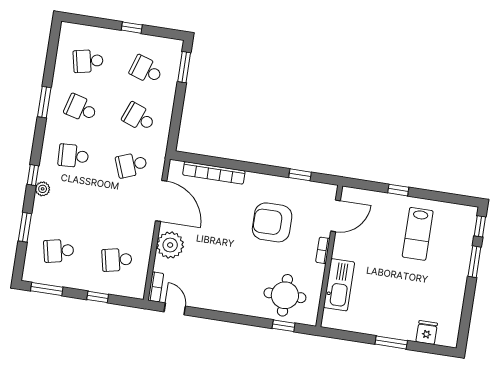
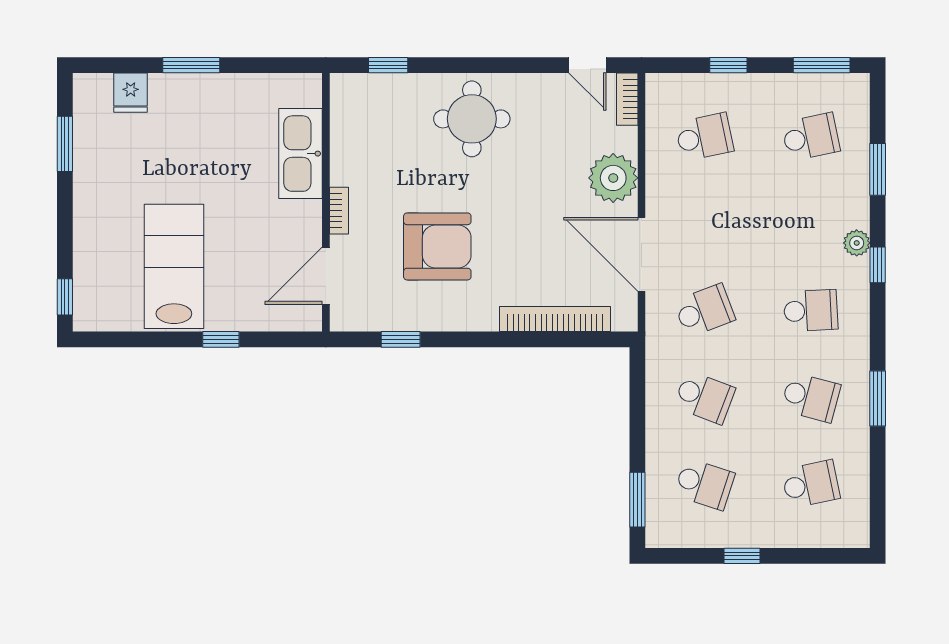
lab bench: (418, 234) -> (174, 266), width x1.36, depth x1.39
window: (474, 262) -> (65, 144), moved
round table: (285, 295) -> (472, 119), moved

